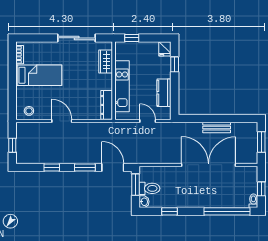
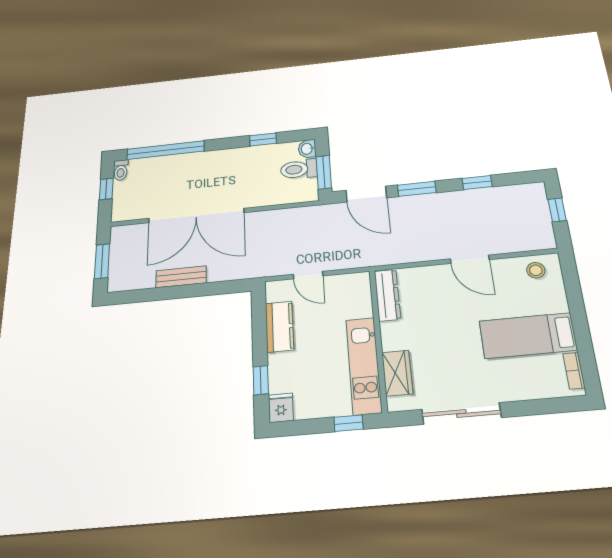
kitchen unit: (122, 86) -> (364, 365), moved

